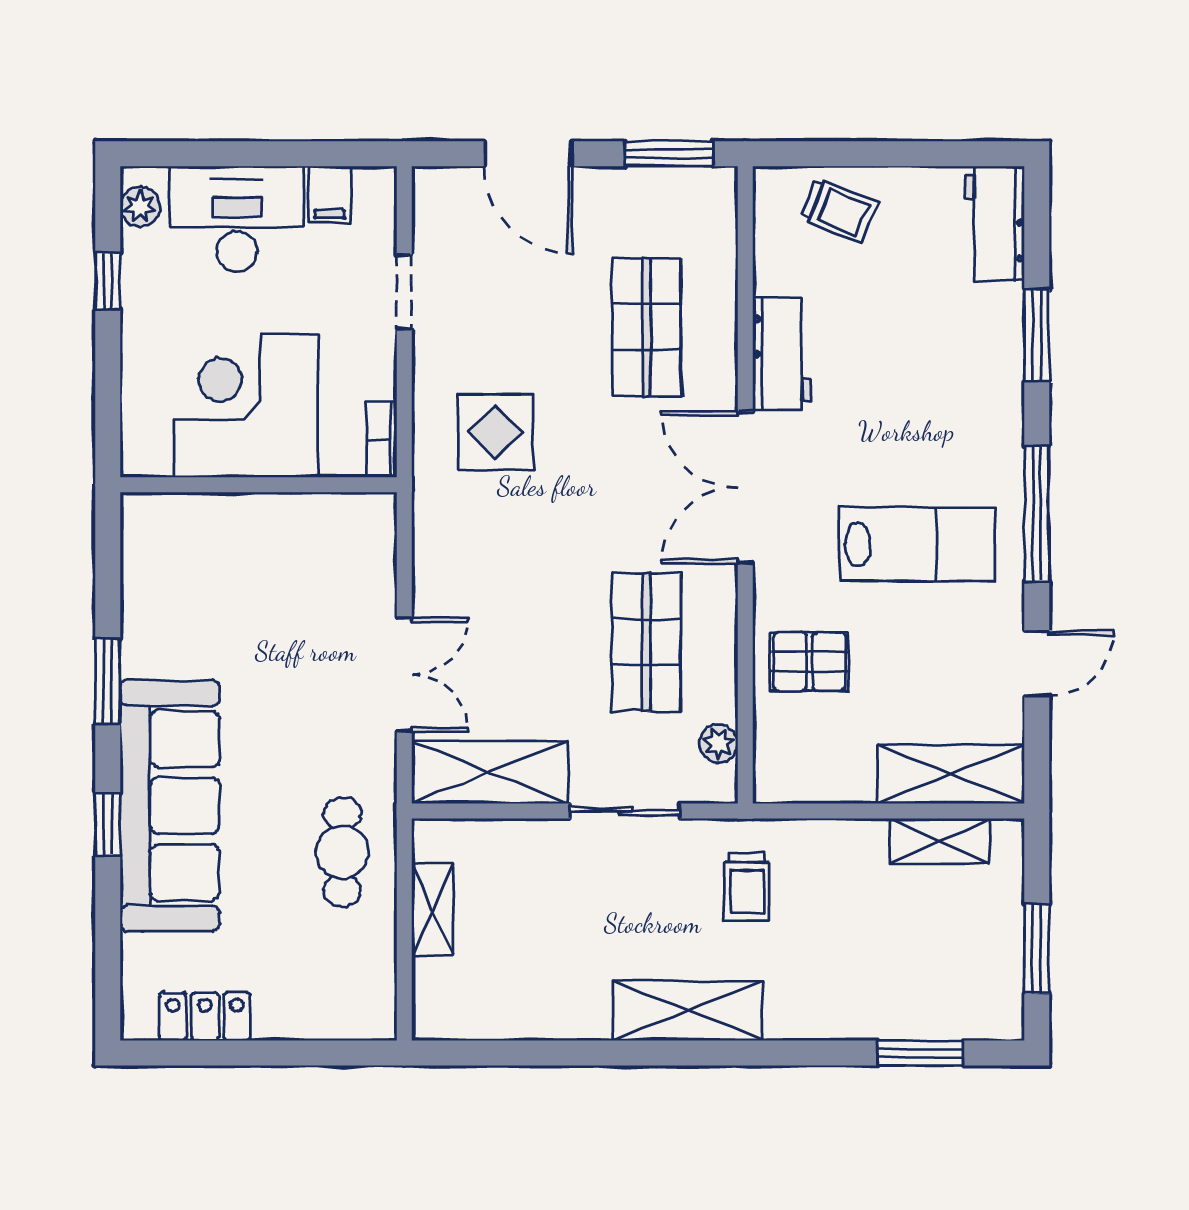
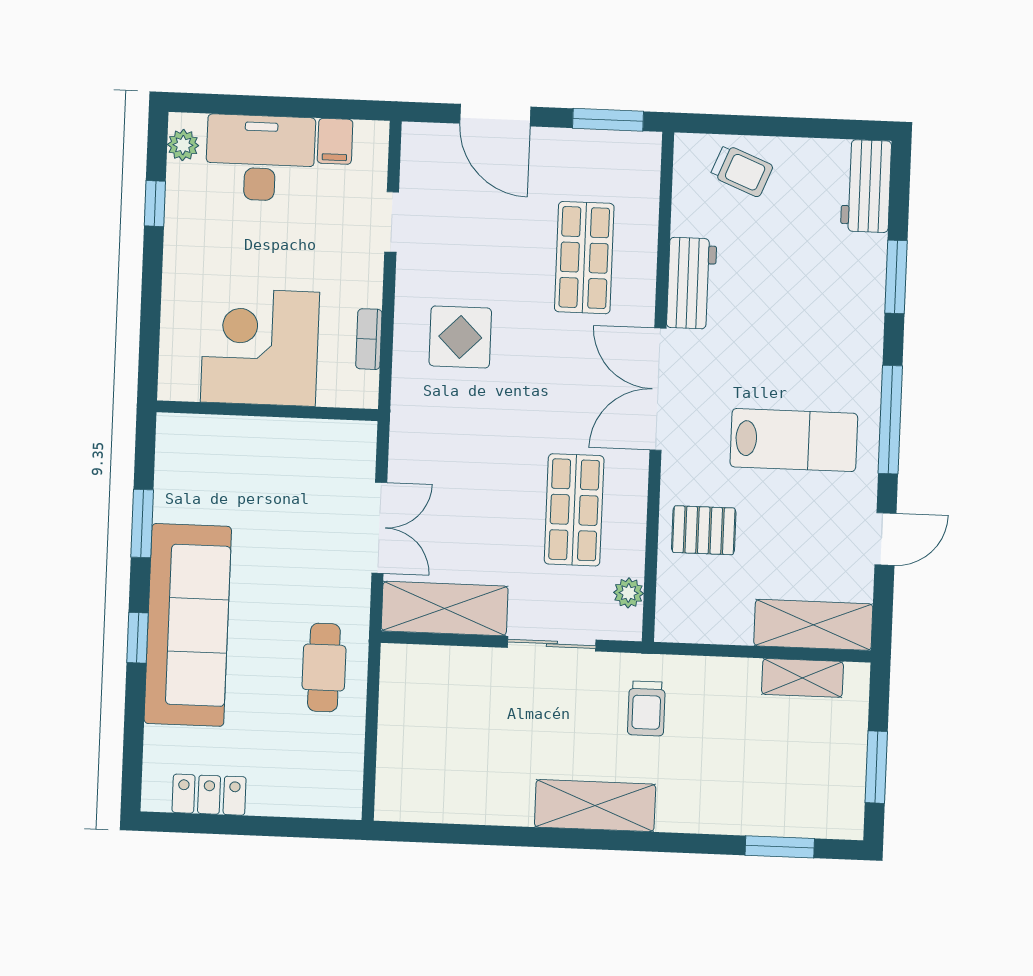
corner desk: (246, 406) -> (260, 347), moved
wall: (258, 485) -> (267, 411), moved
shelving: (432, 910) -> (394, 716), removed

